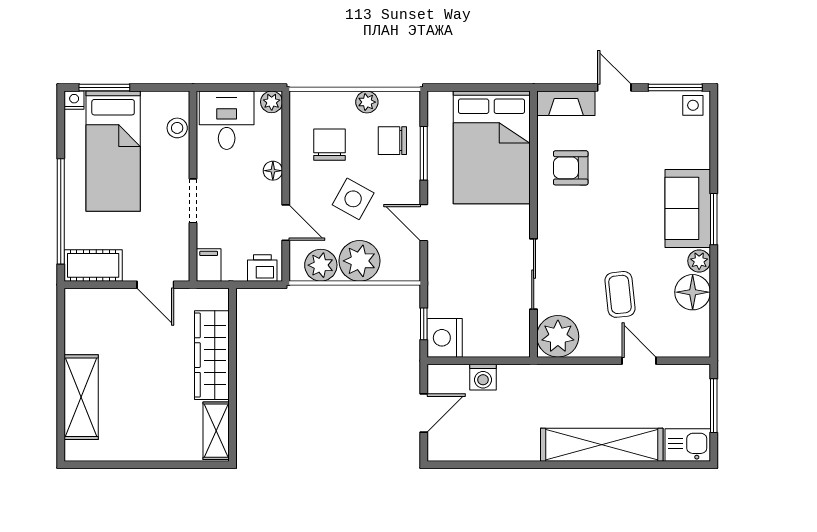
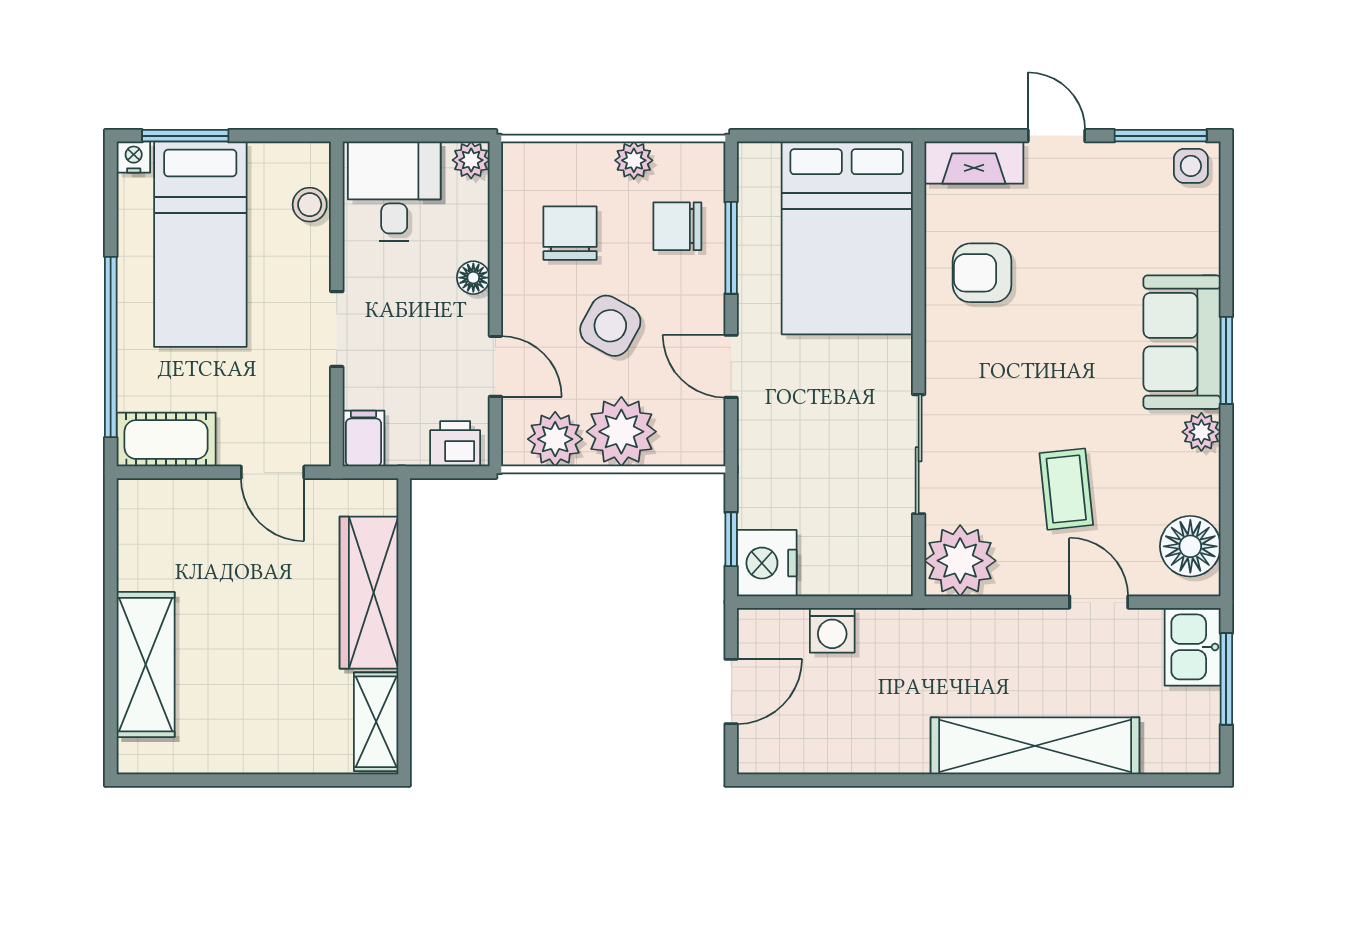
floor lamp: (693, 292) -> (1190, 546), moved
kitchen sink: (688, 445) -> (1193, 647), moved, turned -90

